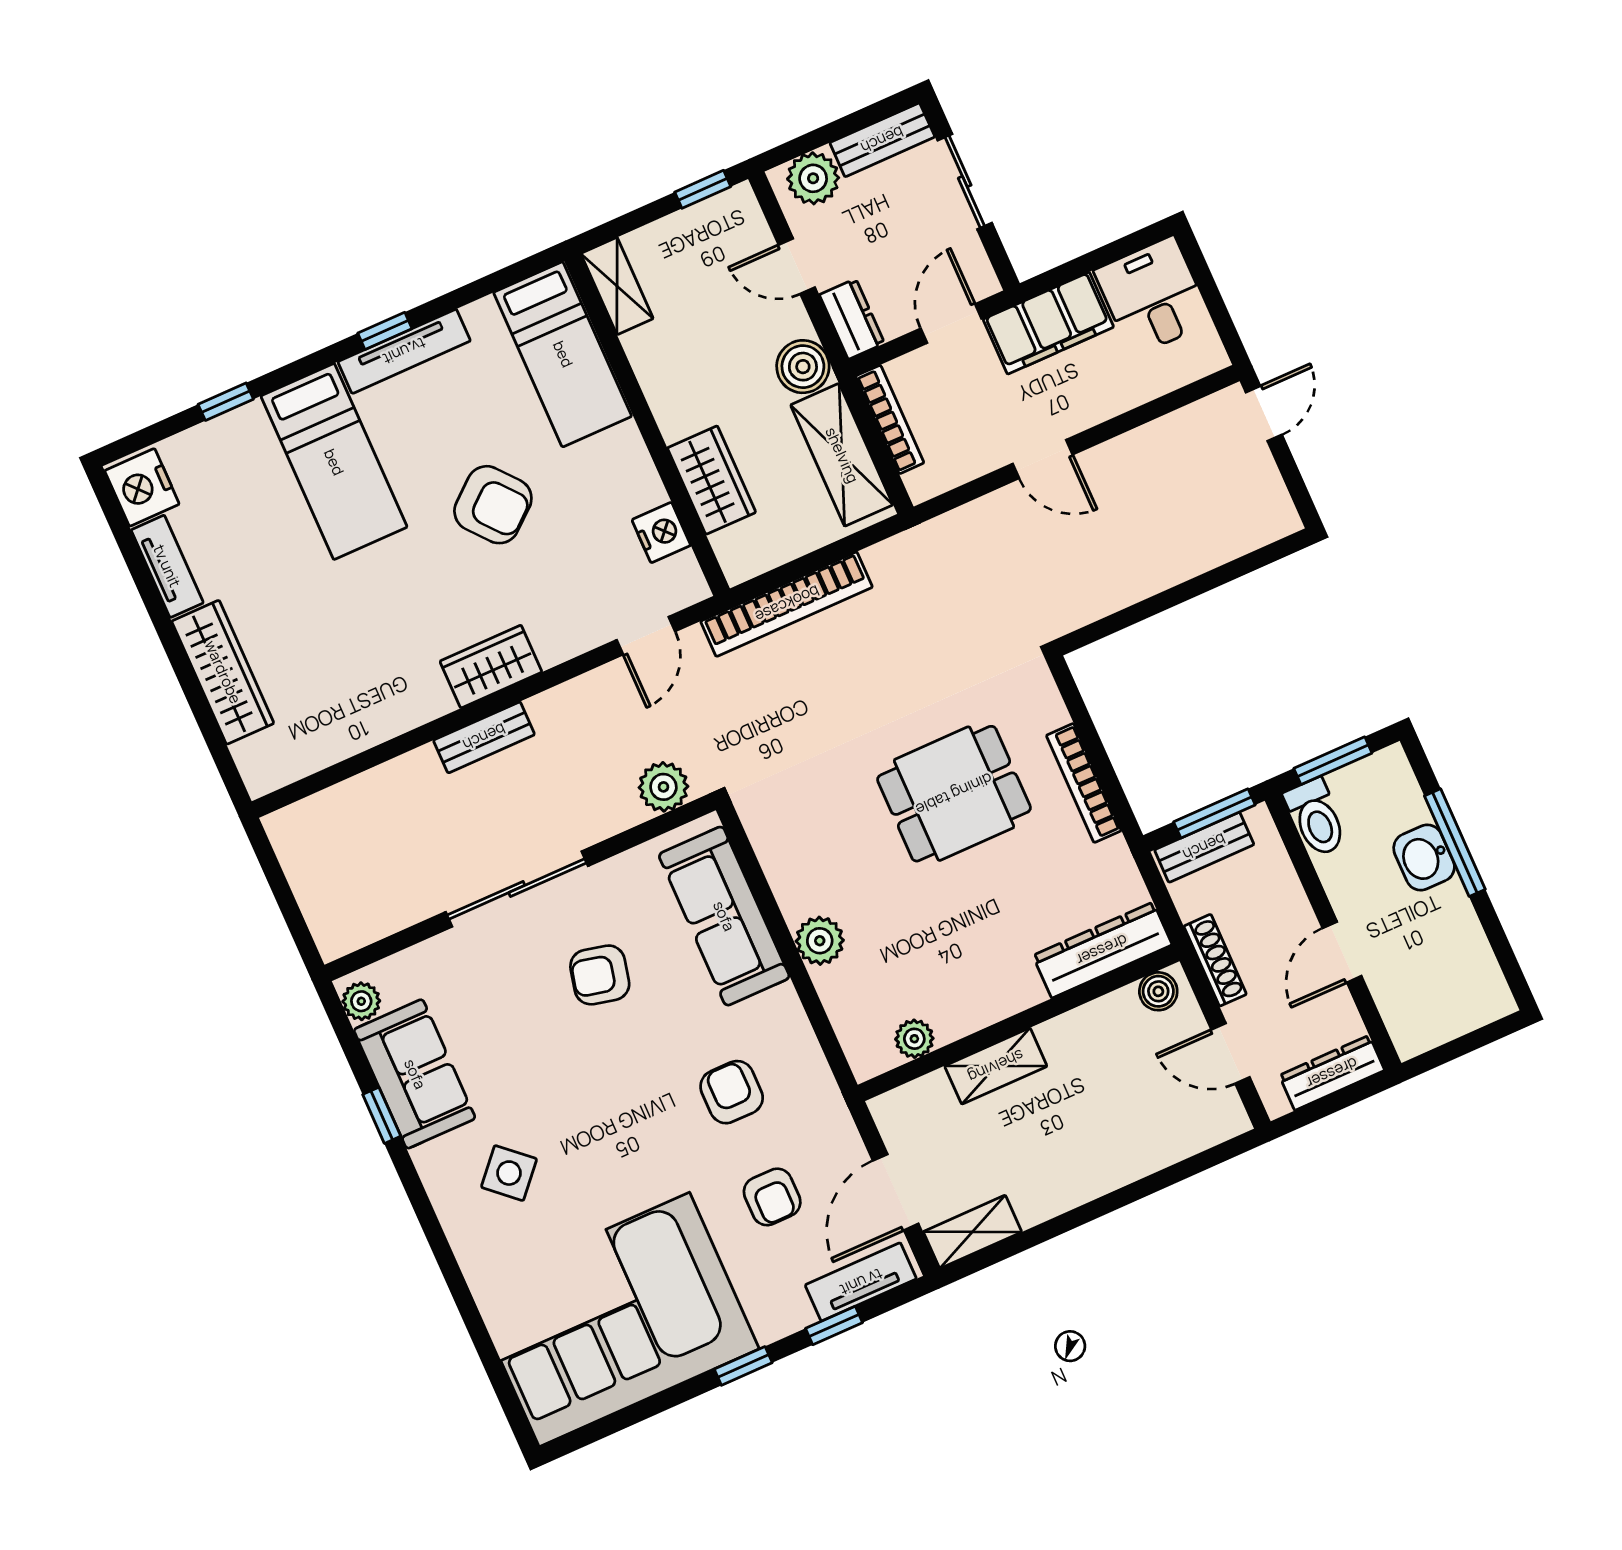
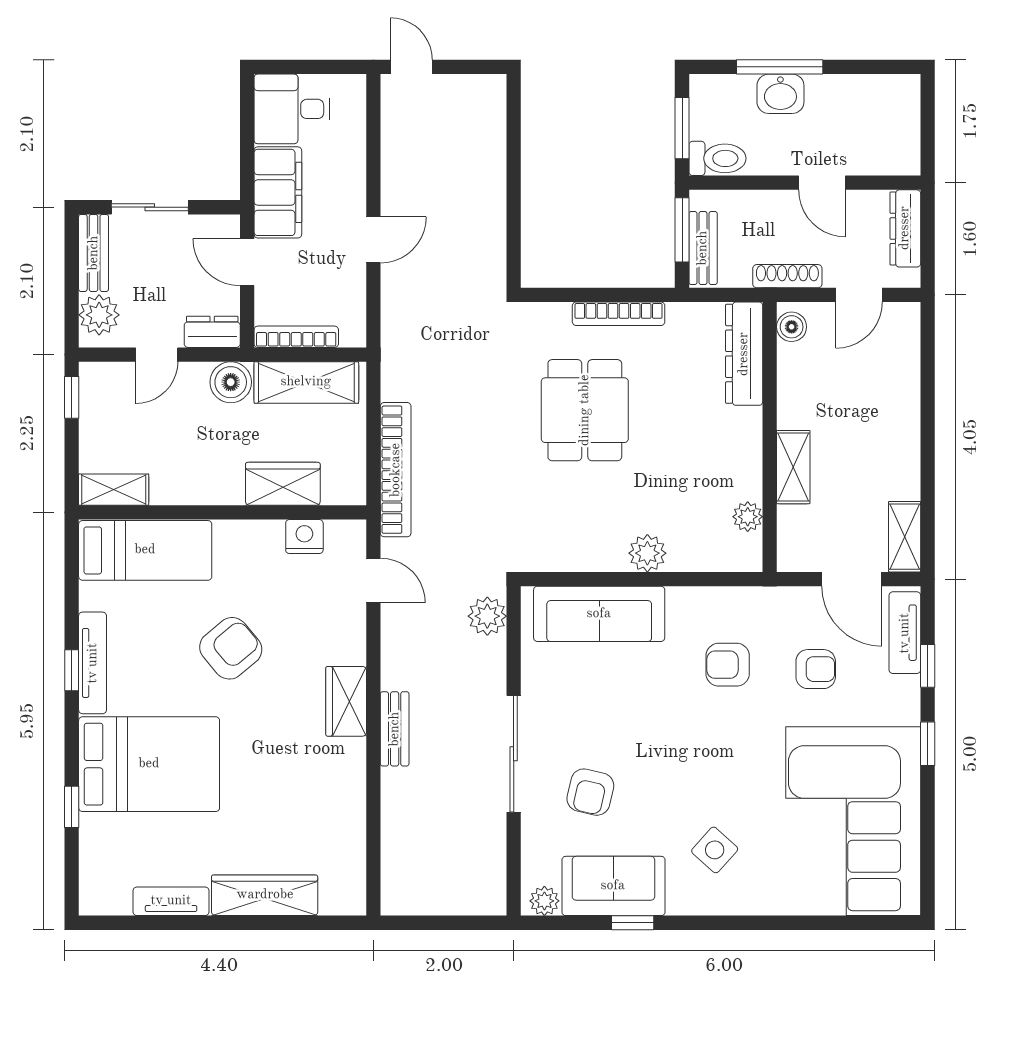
bed: (334, 462) -> (149, 764), width x1.50
nightstand: (142, 487) -> (106, 894), removed
armchair: (600, 975) -> (590, 792), moved

